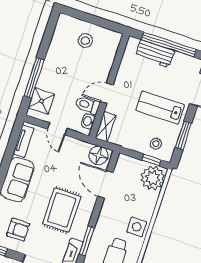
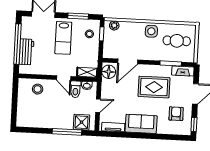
stool: (85, 41) -> (38, 89), moved
plant: (153, 178) -> (114, 25), width x0.53, depth x0.53

